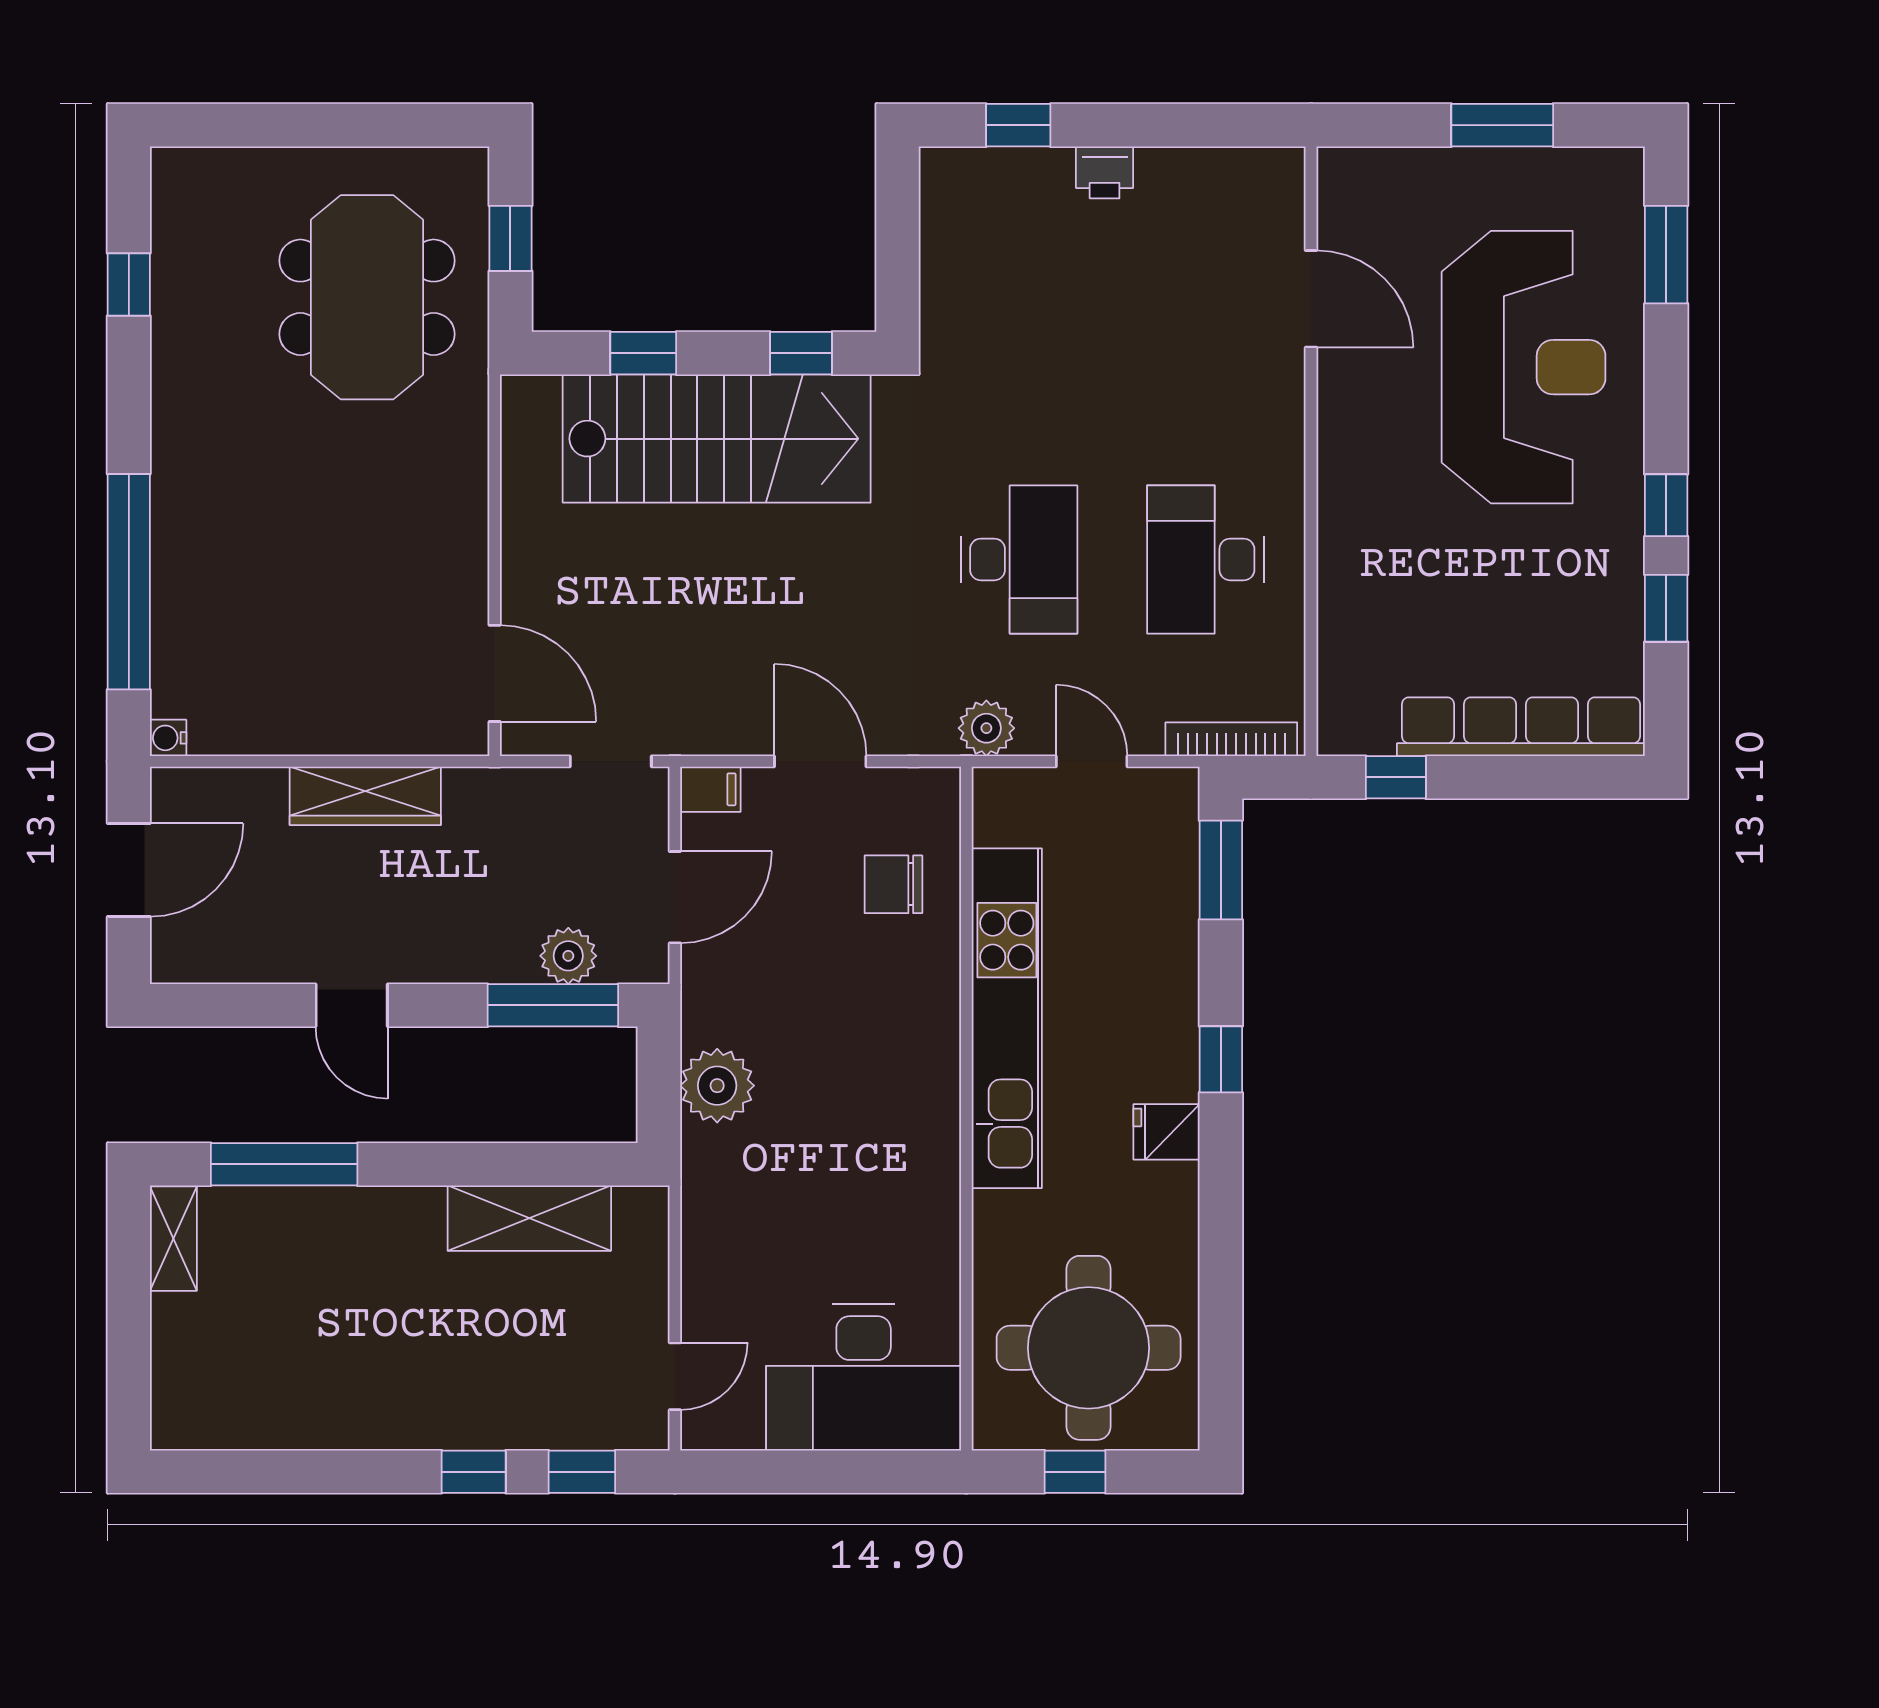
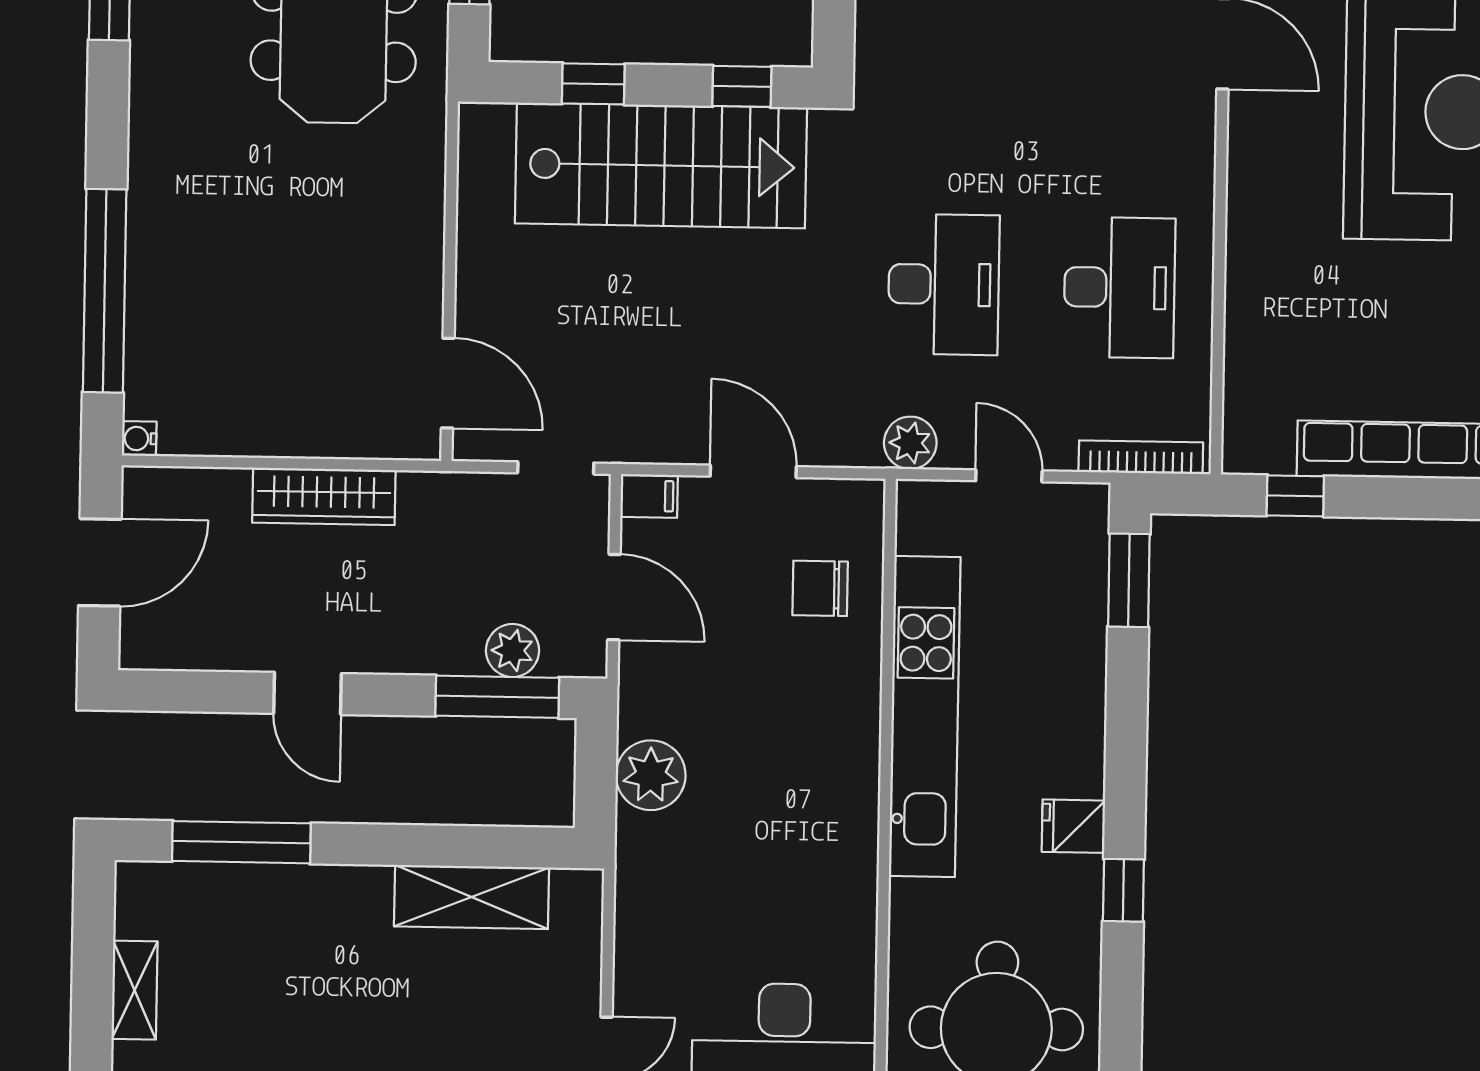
desk: (1205, 559) -> (1119, 287), turned 180
door: (675, 897) -> (614, 597), hinge flipped
window: (1221, 1059) -> (1123, 890), moved
shelving: (173, 1239) -> (135, 990), moved

